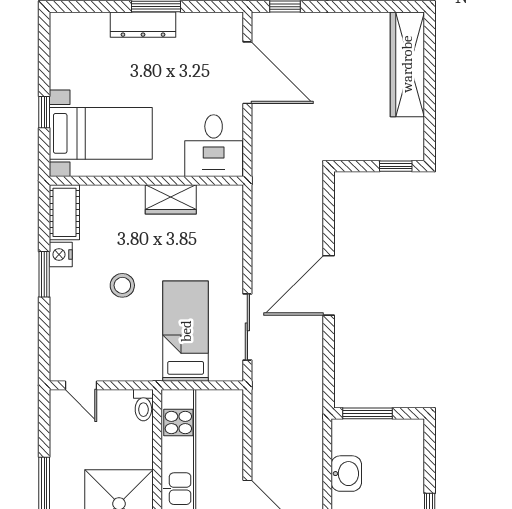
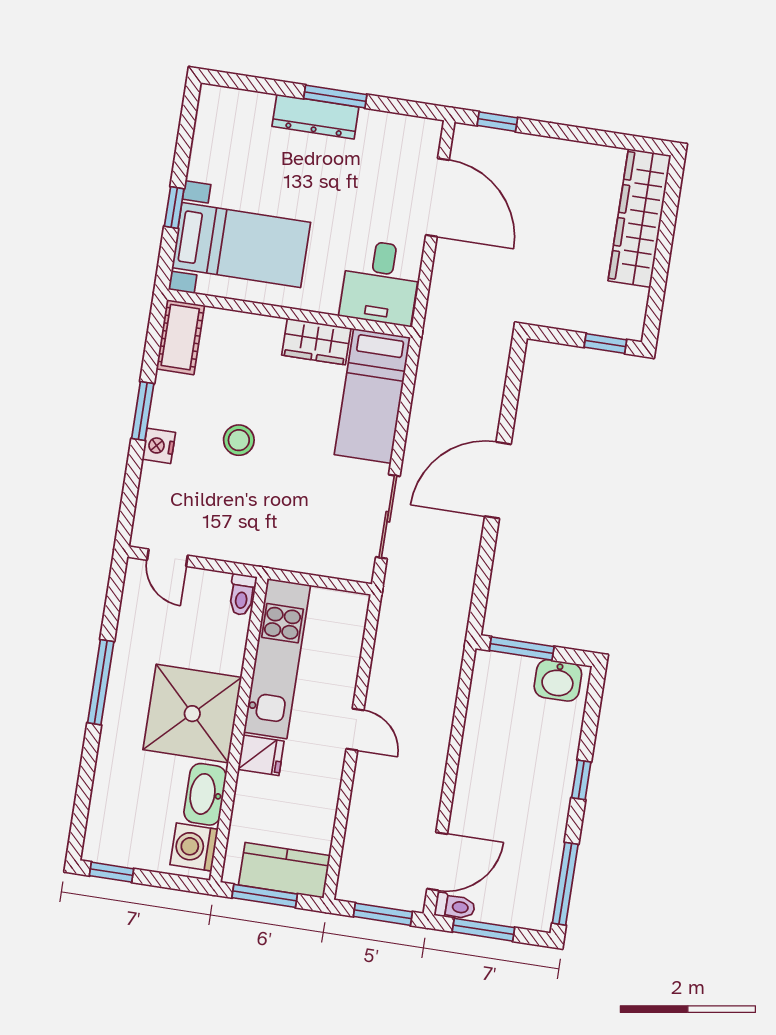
nightstand: (61, 254) -> (159, 446), moved
bed: (186, 331) -> (372, 396), moved, turned 180
washbasin: (346, 474) -> (558, 680), moved, turned 90

